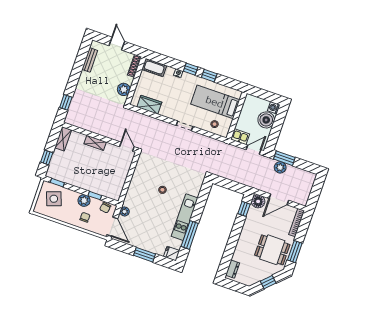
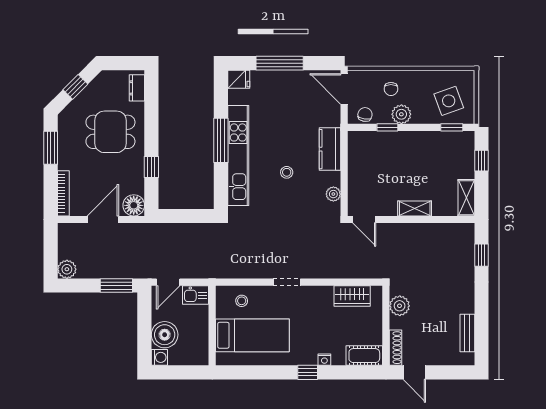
door: (117, 44) -> (414, 372), moved
window: (209, 76) -> (276, 372), removed
plant: (280, 167) -> (67, 269), moved
kitchen counter: (133, 195) -> (330, 149), added
window: (244, 209) -> (151, 167), moved
plant: (125, 212) -> (333, 194), moved
kitchen unit: (185, 217) -> (238, 156), width x1.36
window: (190, 235) -> (221, 140), moved
dining table: (272, 250) -> (110, 132), moved
window: (145, 255) -> (280, 63), width x1.44

